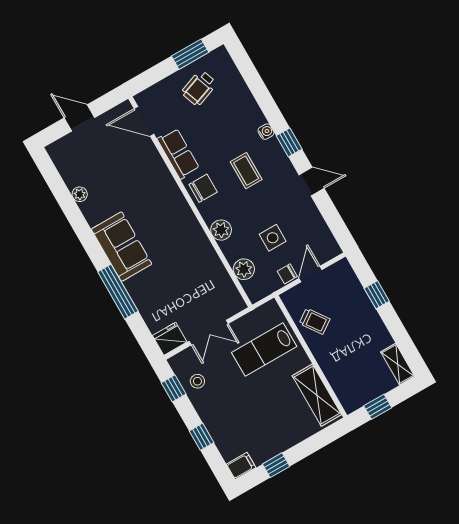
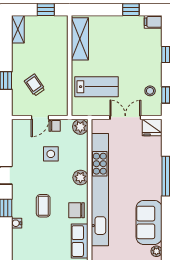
kitchen unit: (190, 229) -> (100, 190), added
sofa: (122, 247) -> (149, 222), moved
plant: (244, 269) -> (80, 127), moved
trolley: (315, 321) -> (35, 85), moved

